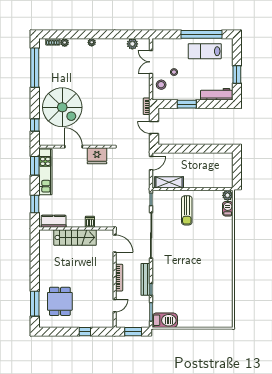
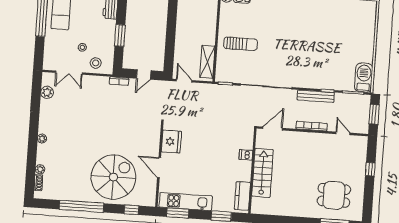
window: (35, 68) -> (82, 206), moved
door: (73, 147) -> (159, 168), hinge flipped

